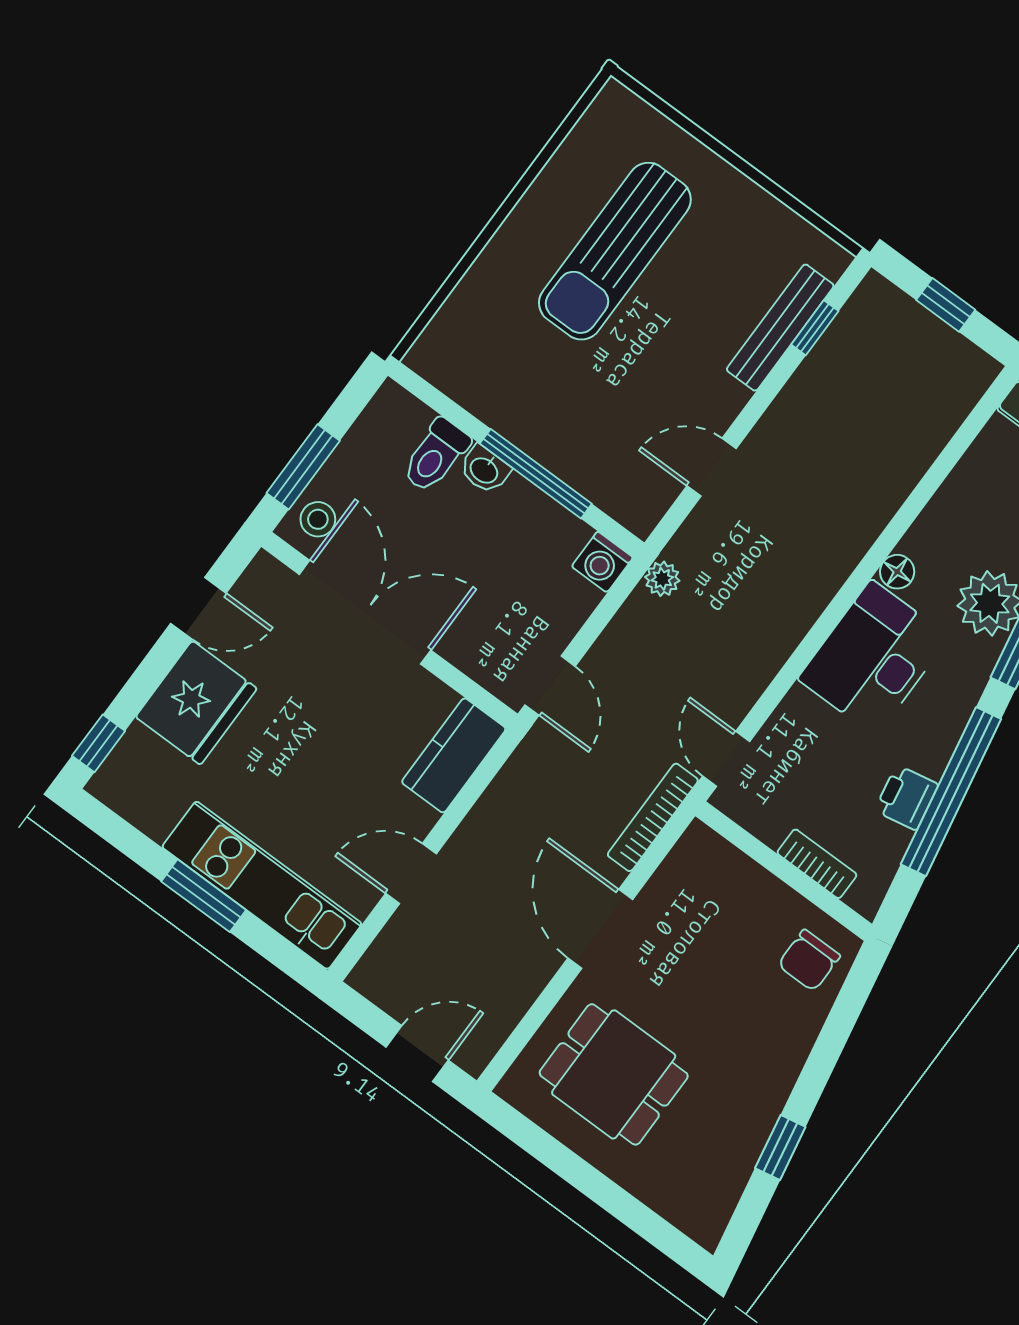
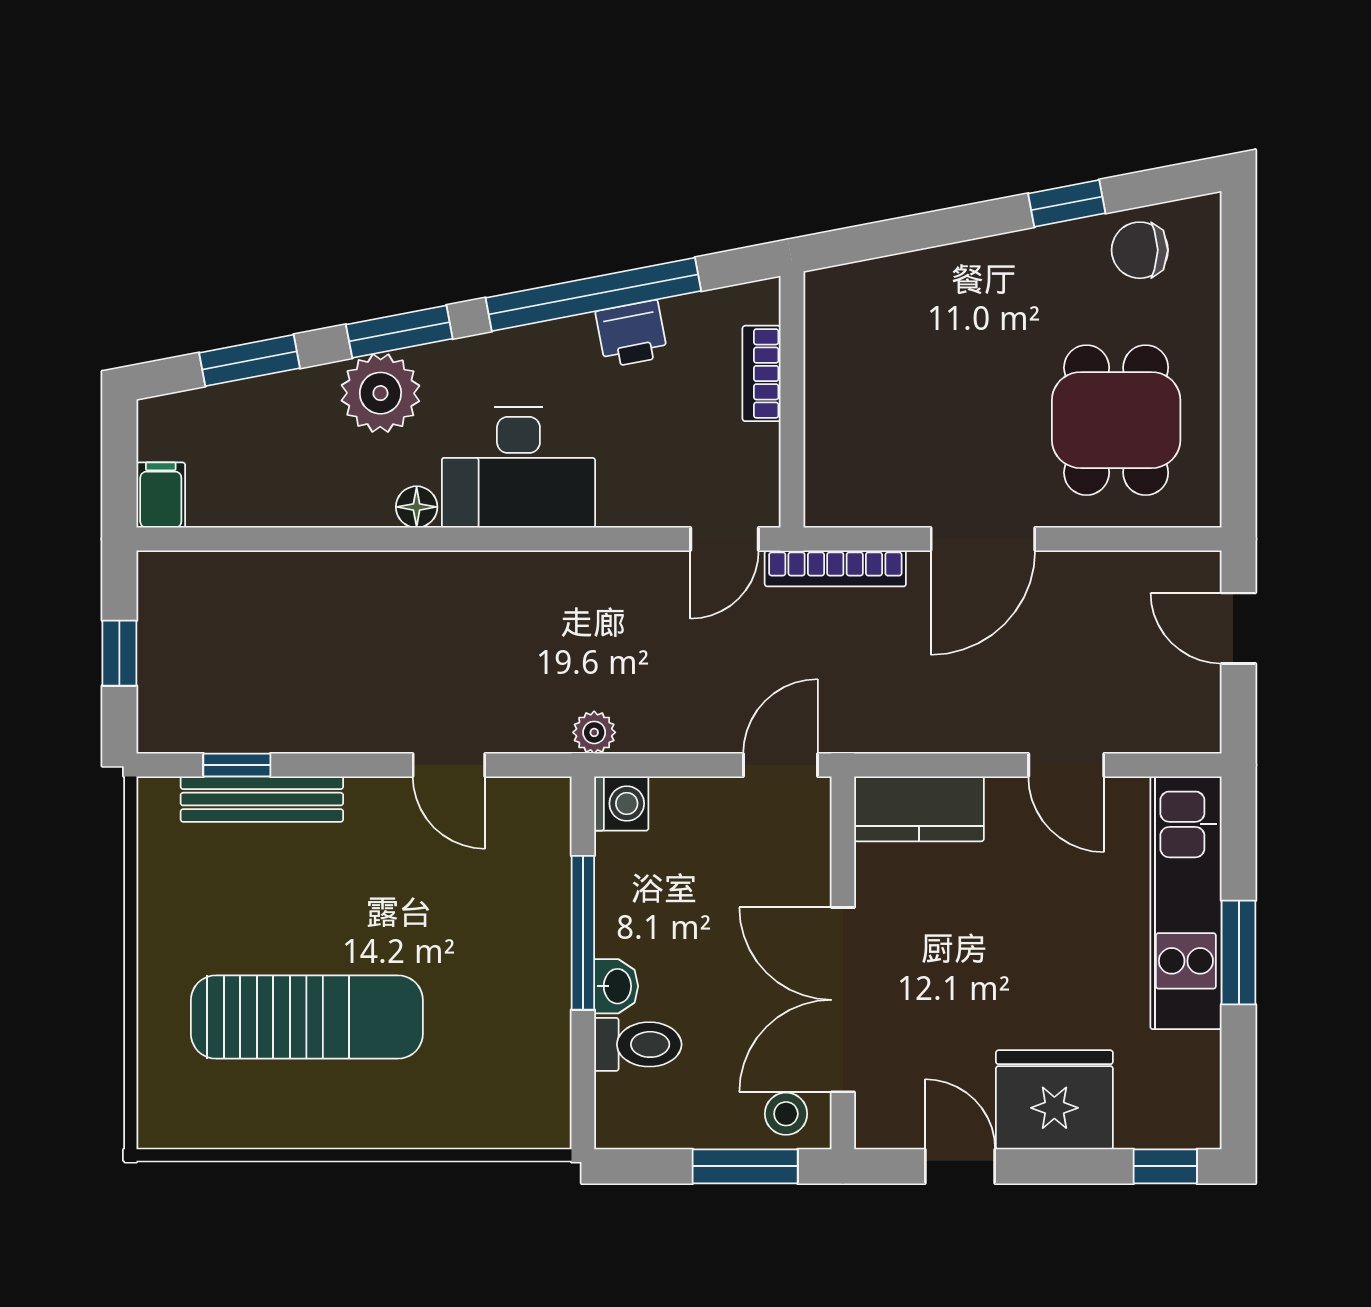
chair: (809, 960) -> (1140, 250), moved, turned 180

